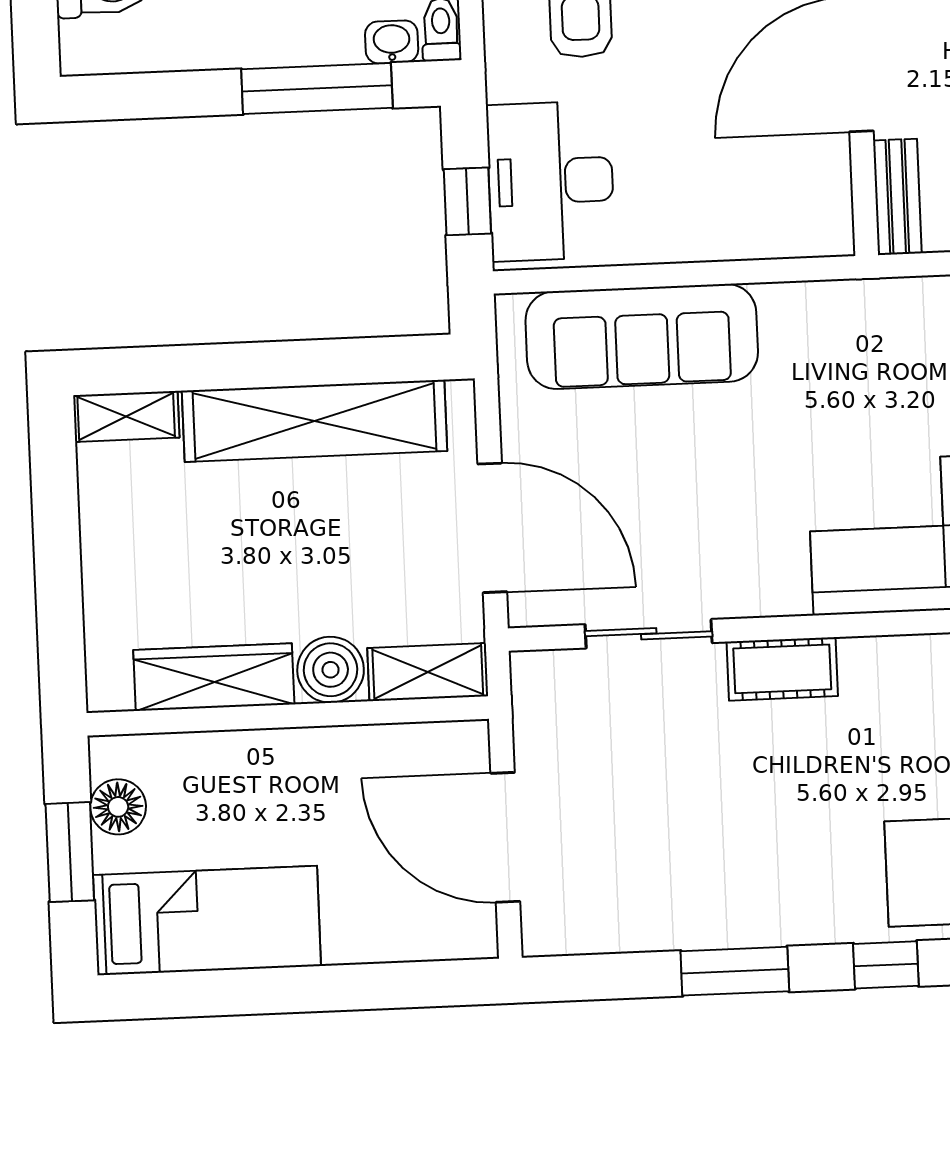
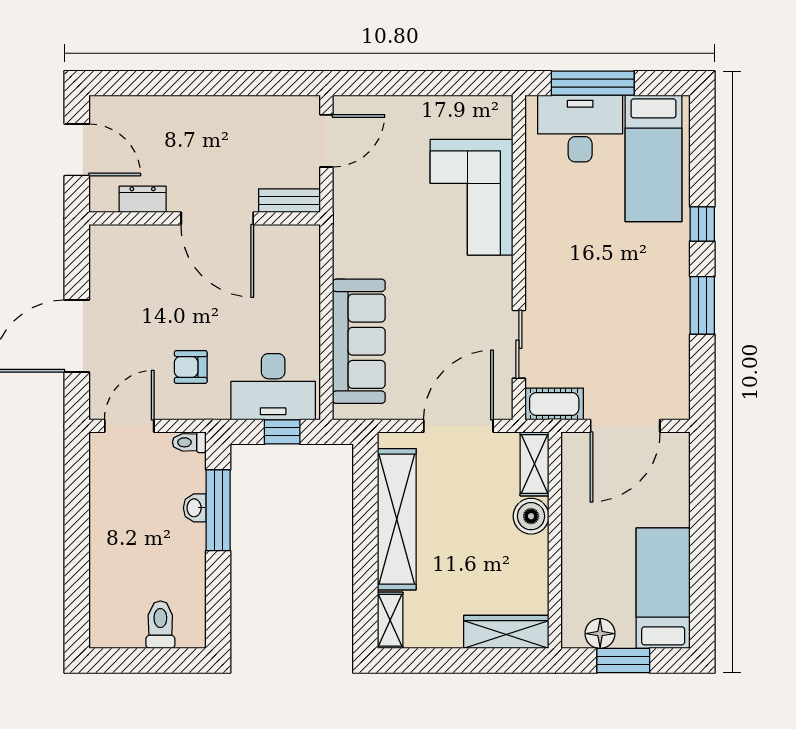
washbasin: (392, 42) -> (195, 508), moved
cot: (782, 669) -> (554, 404), moved, turned 90
wardrobe: (214, 677) -> (506, 632), moved, turned 90

